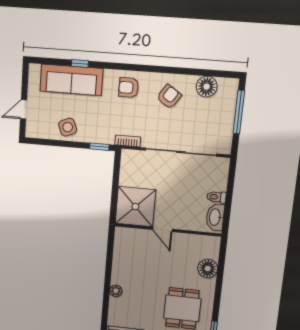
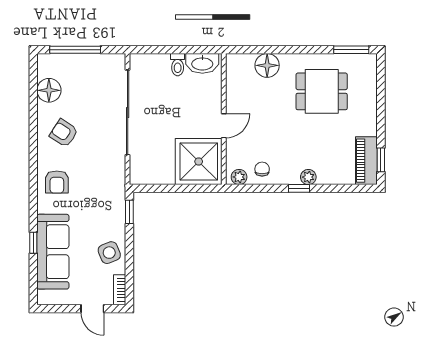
bookcase: (128, 141) -> (120, 290), moved
plant: (120, 237) -> (239, 177), added
chair: (125, 256) -> (262, 169), added
window: (107, 283) -> (299, 188), added

